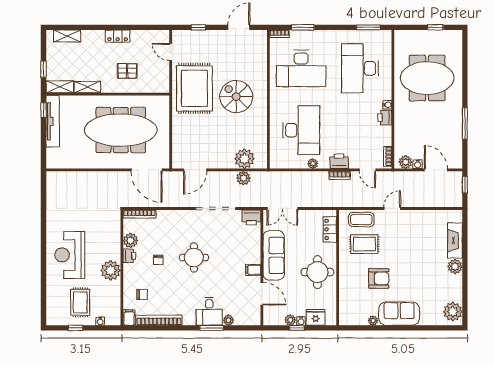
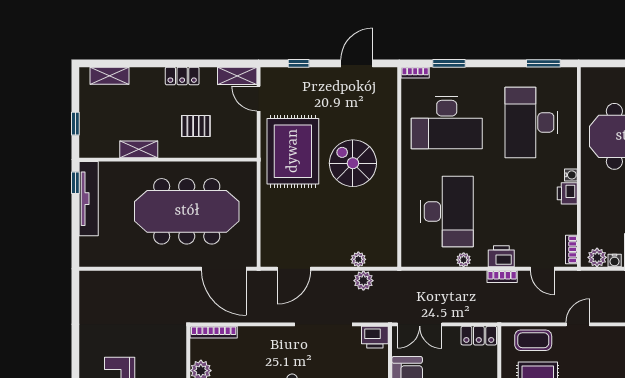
shelving: (60, 87) -> (237, 76), moved
plant: (244, 159) -> (358, 259), width x0.53, depth x0.53
locker: (330, 229) -> (479, 336), moved, turned -90

